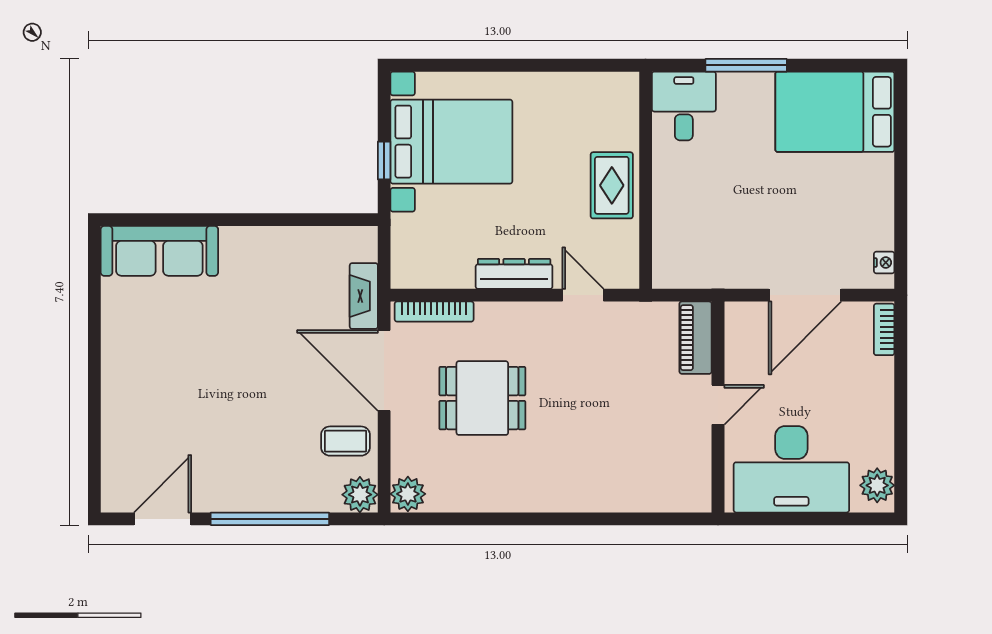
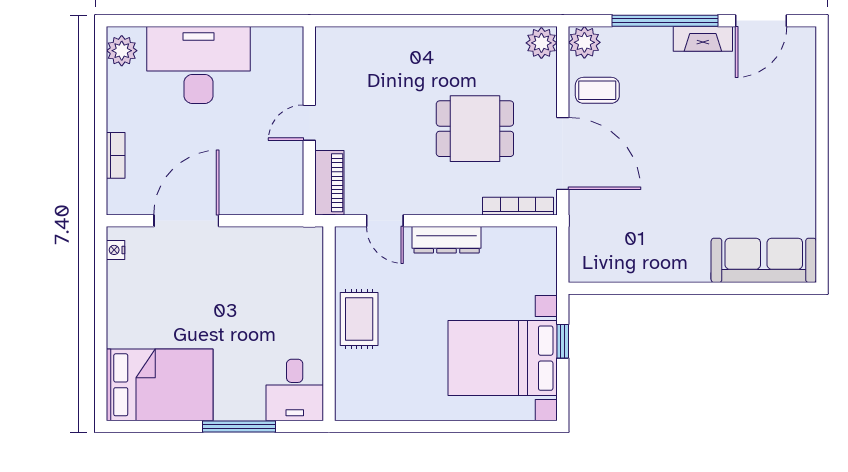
fireplace: (364, 296) -> (703, 39), moved, turned 90
bookcase: (884, 329) -> (116, 155), moved
piano: (696, 338) -> (329, 183), moved
door: (718, 405) -> (309, 123), moved
wall: (718, 407) -> (309, 121), moved

